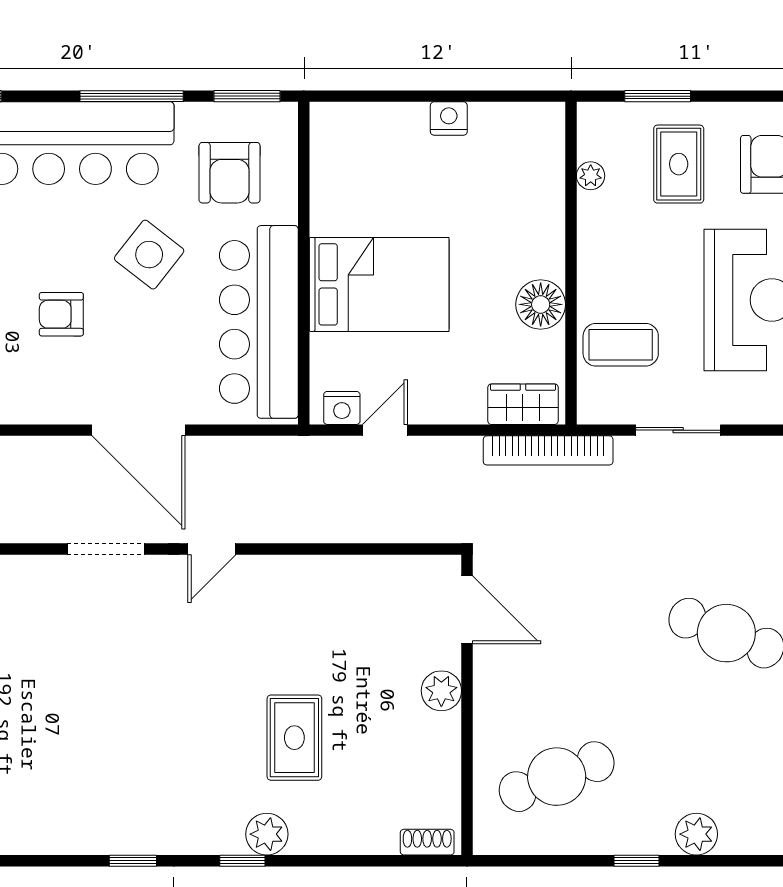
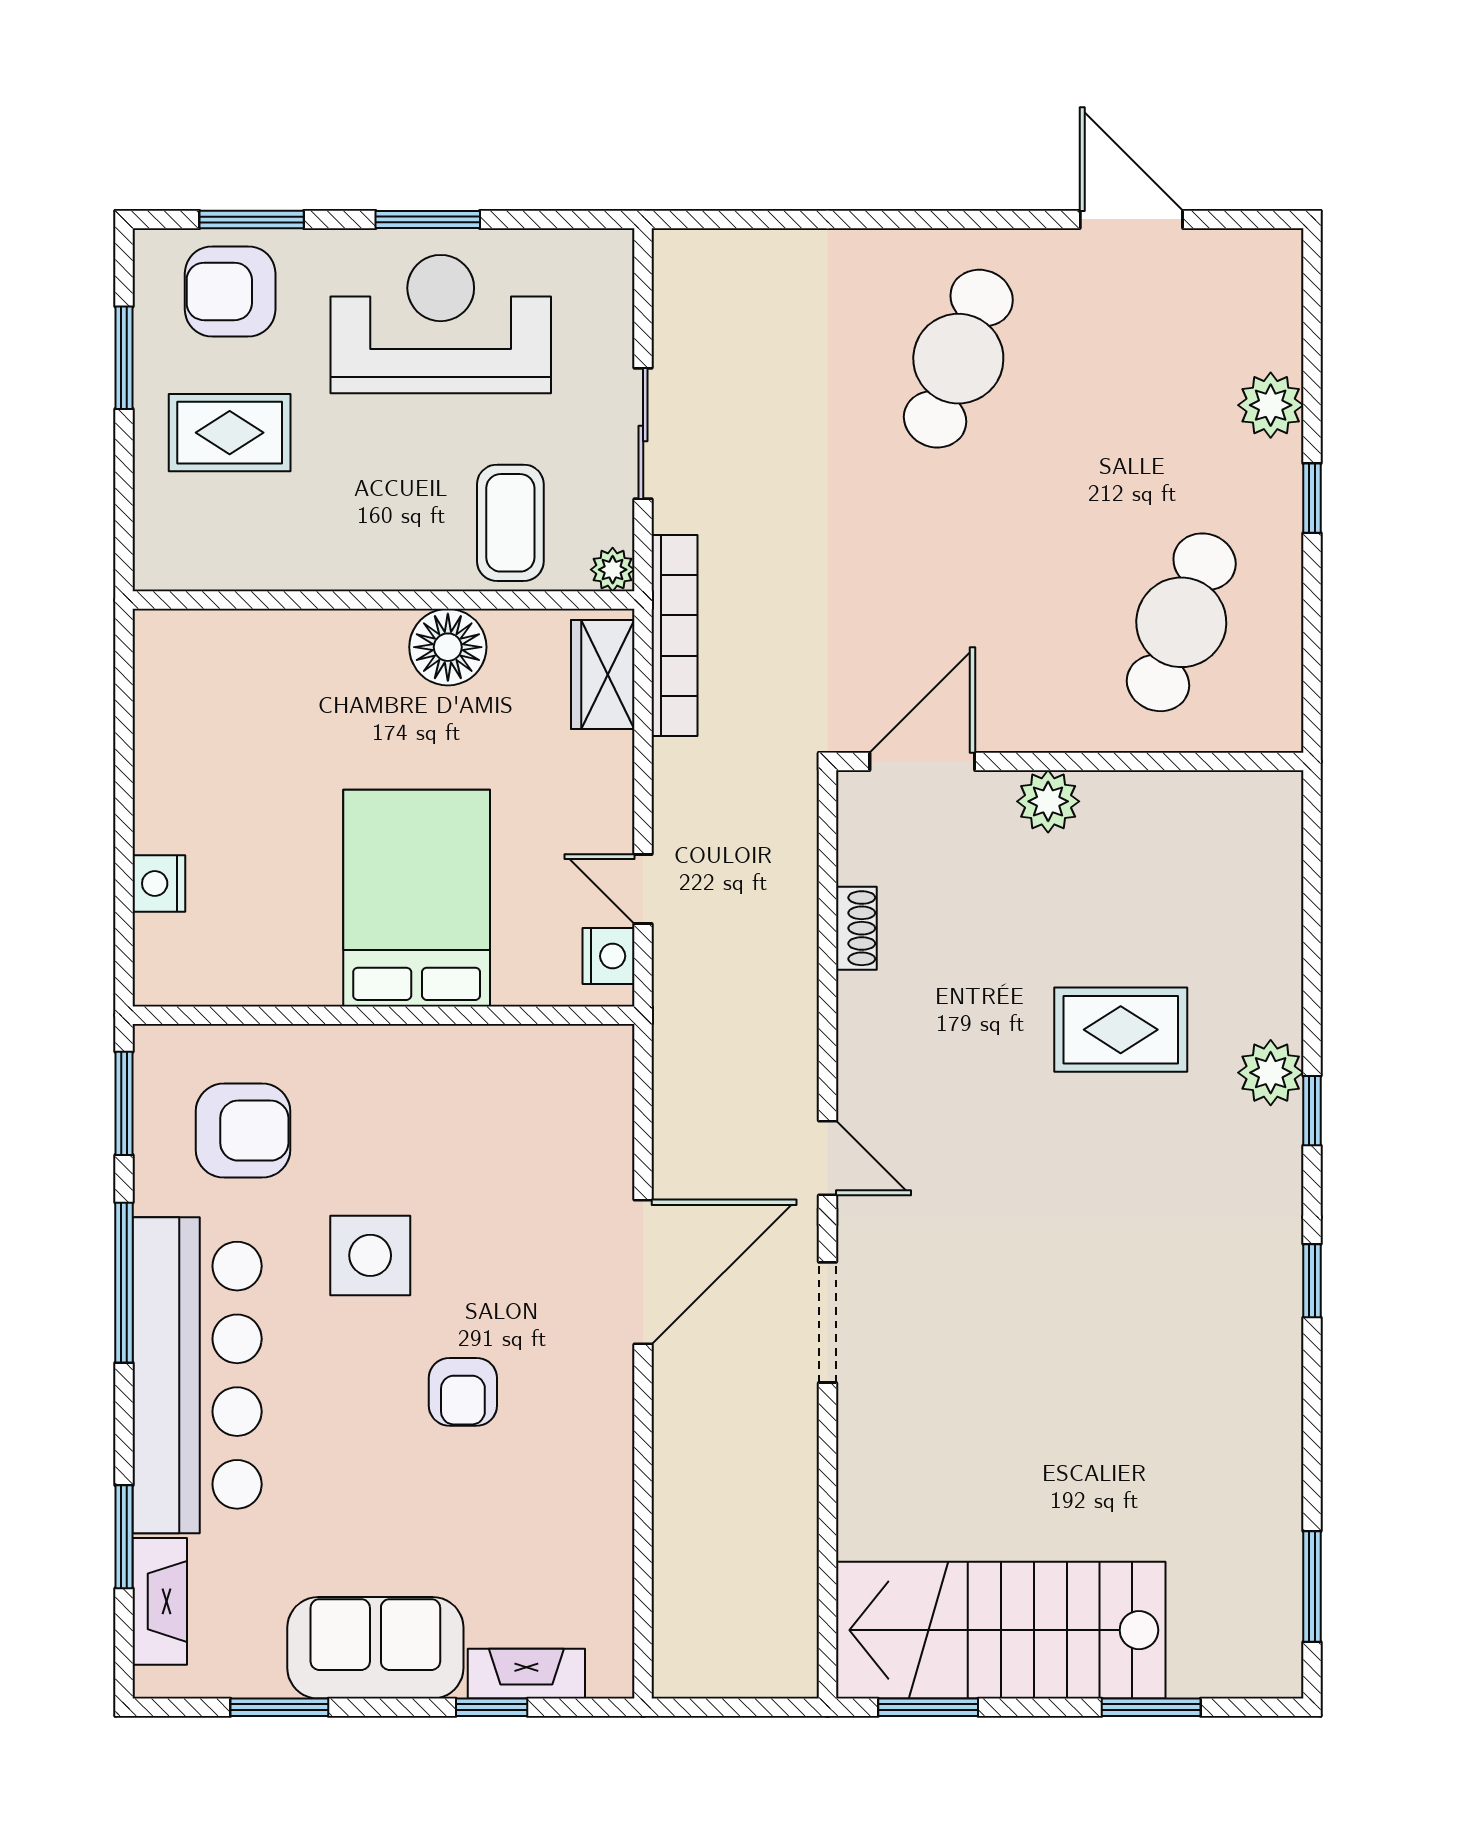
window: (658, 96) -> (124, 358), moved
nightstand: (449, 119) -> (159, 883), moved
plant: (591, 176) -> (613, 570), moved
side table: (149, 255) -> (370, 1255), turned -38
bar counter: (259, 322) -> (475, 1085), removed
cafe table: (557, 777) -> (1181, 622), turned 42
shoe rack: (427, 842) -> (856, 928), moved, turned 180

